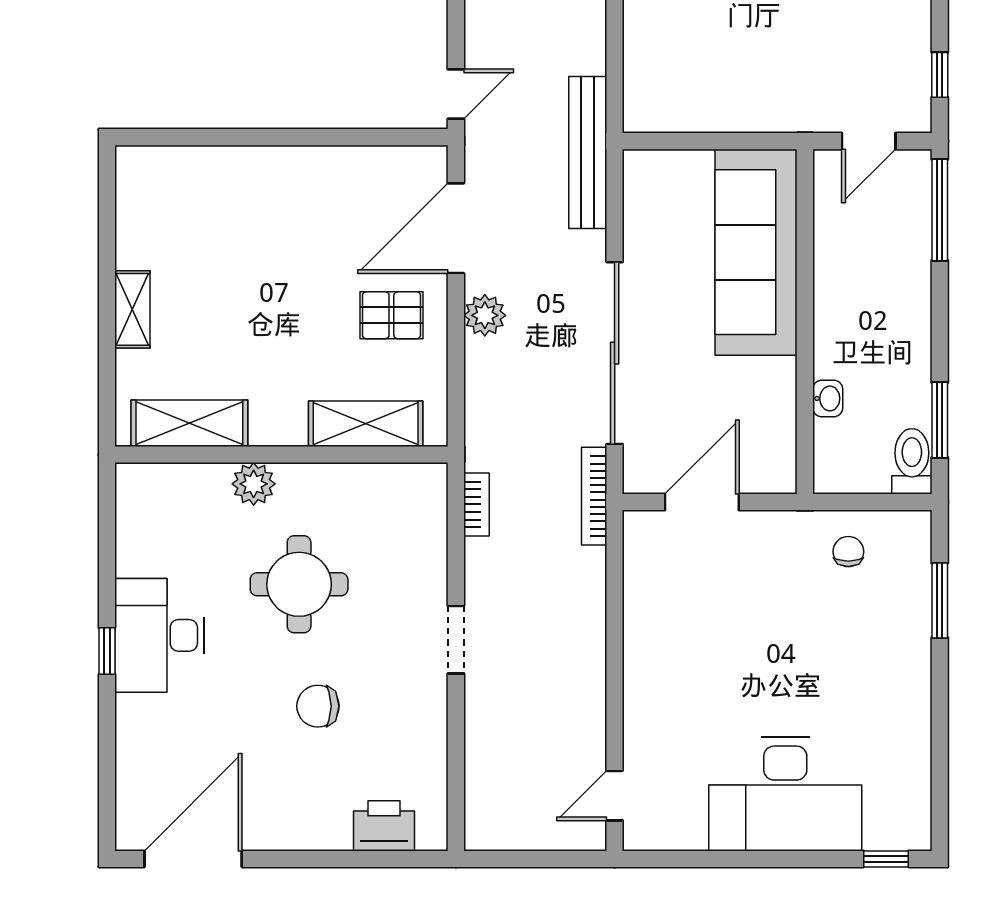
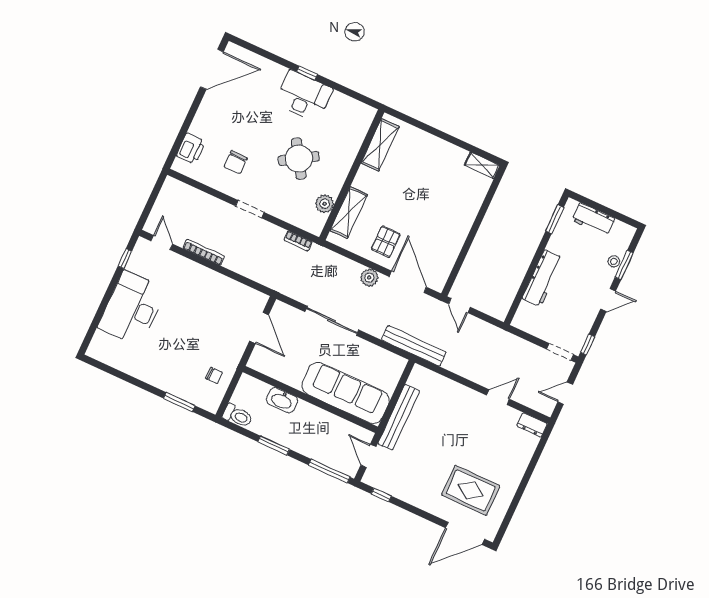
bench: (756, 114) -> (399, 417), added
shelving: (132, 309) -> (482, 165), moved
sliding door: (615, 353) -> (332, 321), width x0.73
washbasin: (828, 398) -> (282, 400), width x1.91, depth x1.45
window: (940, 420) -> (274, 445), moved
plant: (254, 484) -> (325, 204), moved
bookcase: (594, 496) -> (204, 252), moved
round table: (299, 584) -> (299, 159), turned -32
chair: (318, 706) -> (236, 162), moved, turned 180
door: (193, 859) -> (212, 69), hinge flipped
window: (886, 859) -> (125, 259), moved

